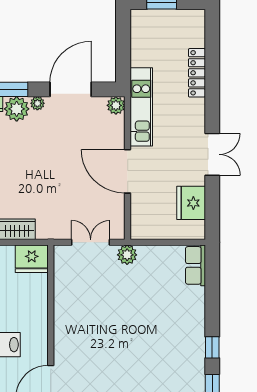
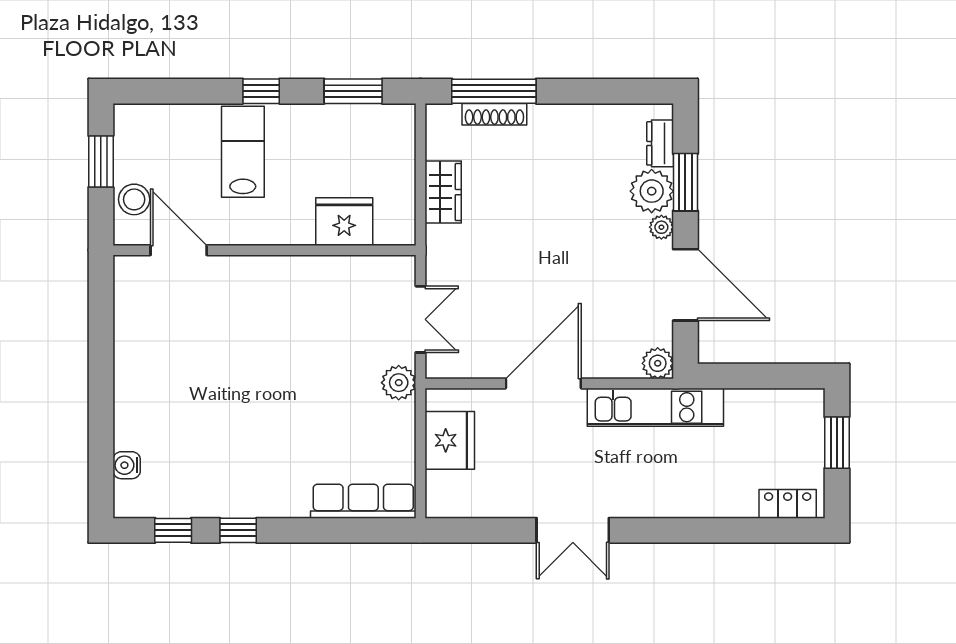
locker: (197, 73) -> (788, 504), moved, width x0.66
fridge: (191, 203) -> (450, 440), moved, turned 90
fridge: (32, 259) -> (344, 222), moved, turned 90
row of seats: (195, 265) -> (363, 501), width x1.48

